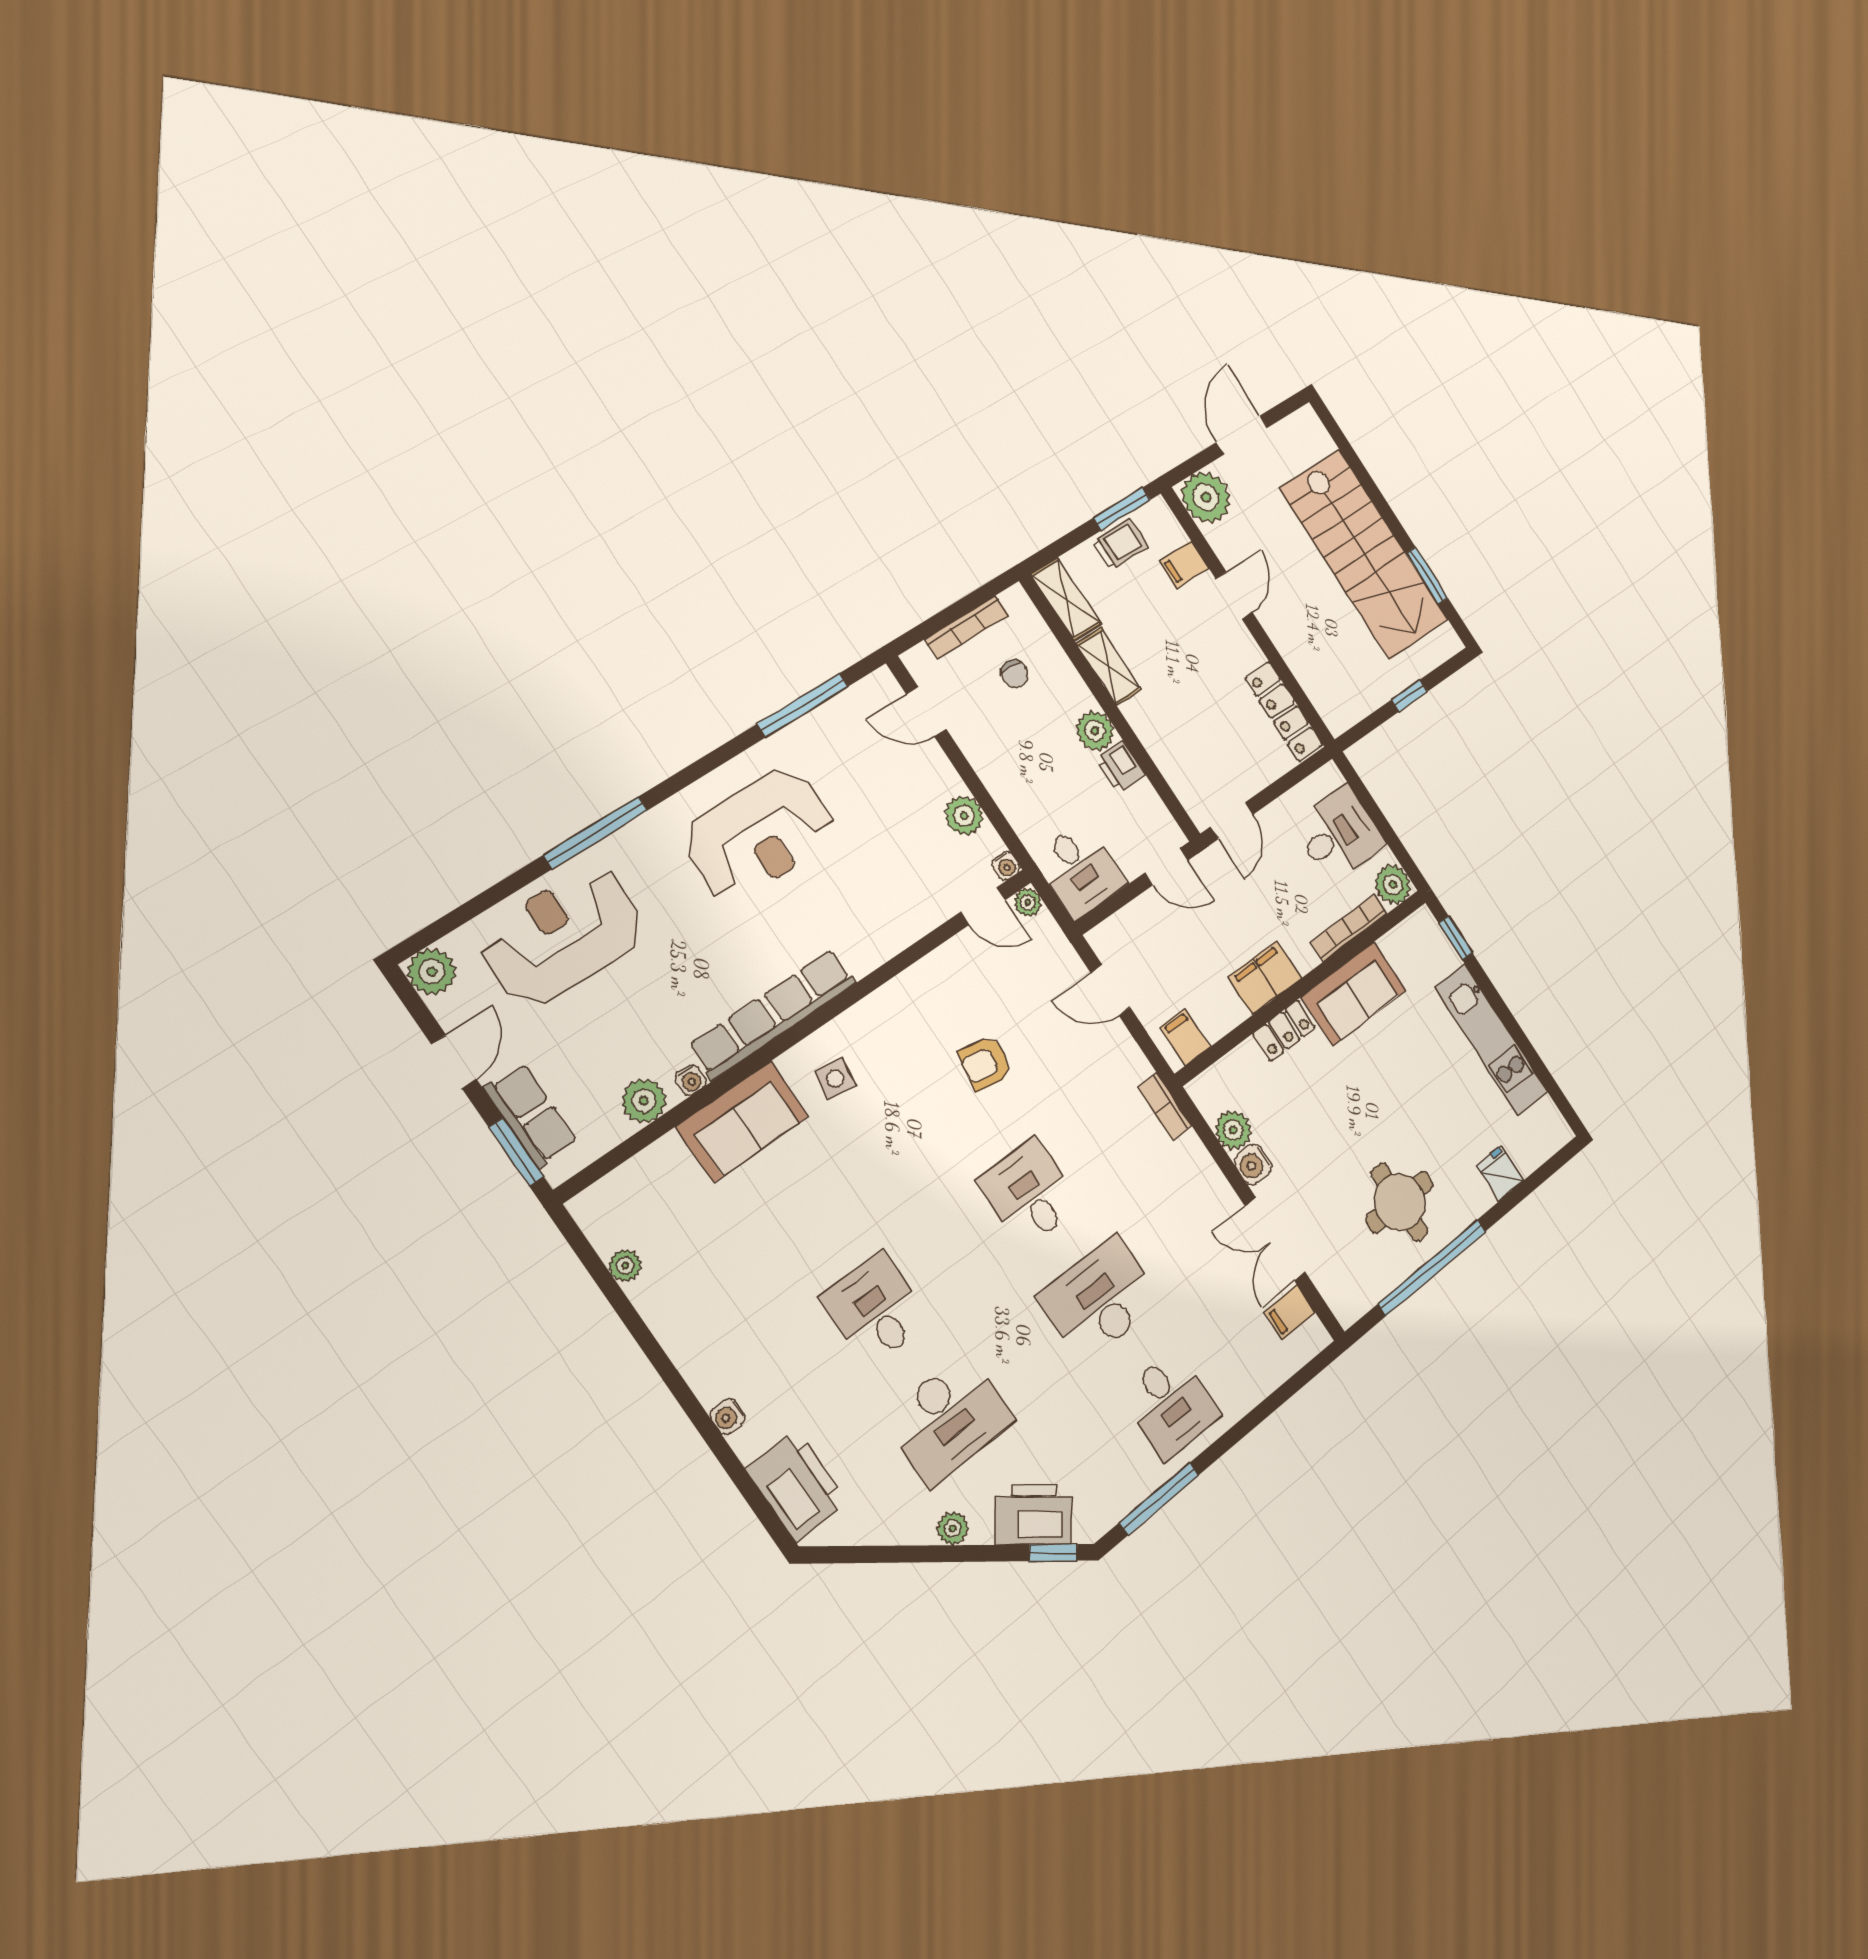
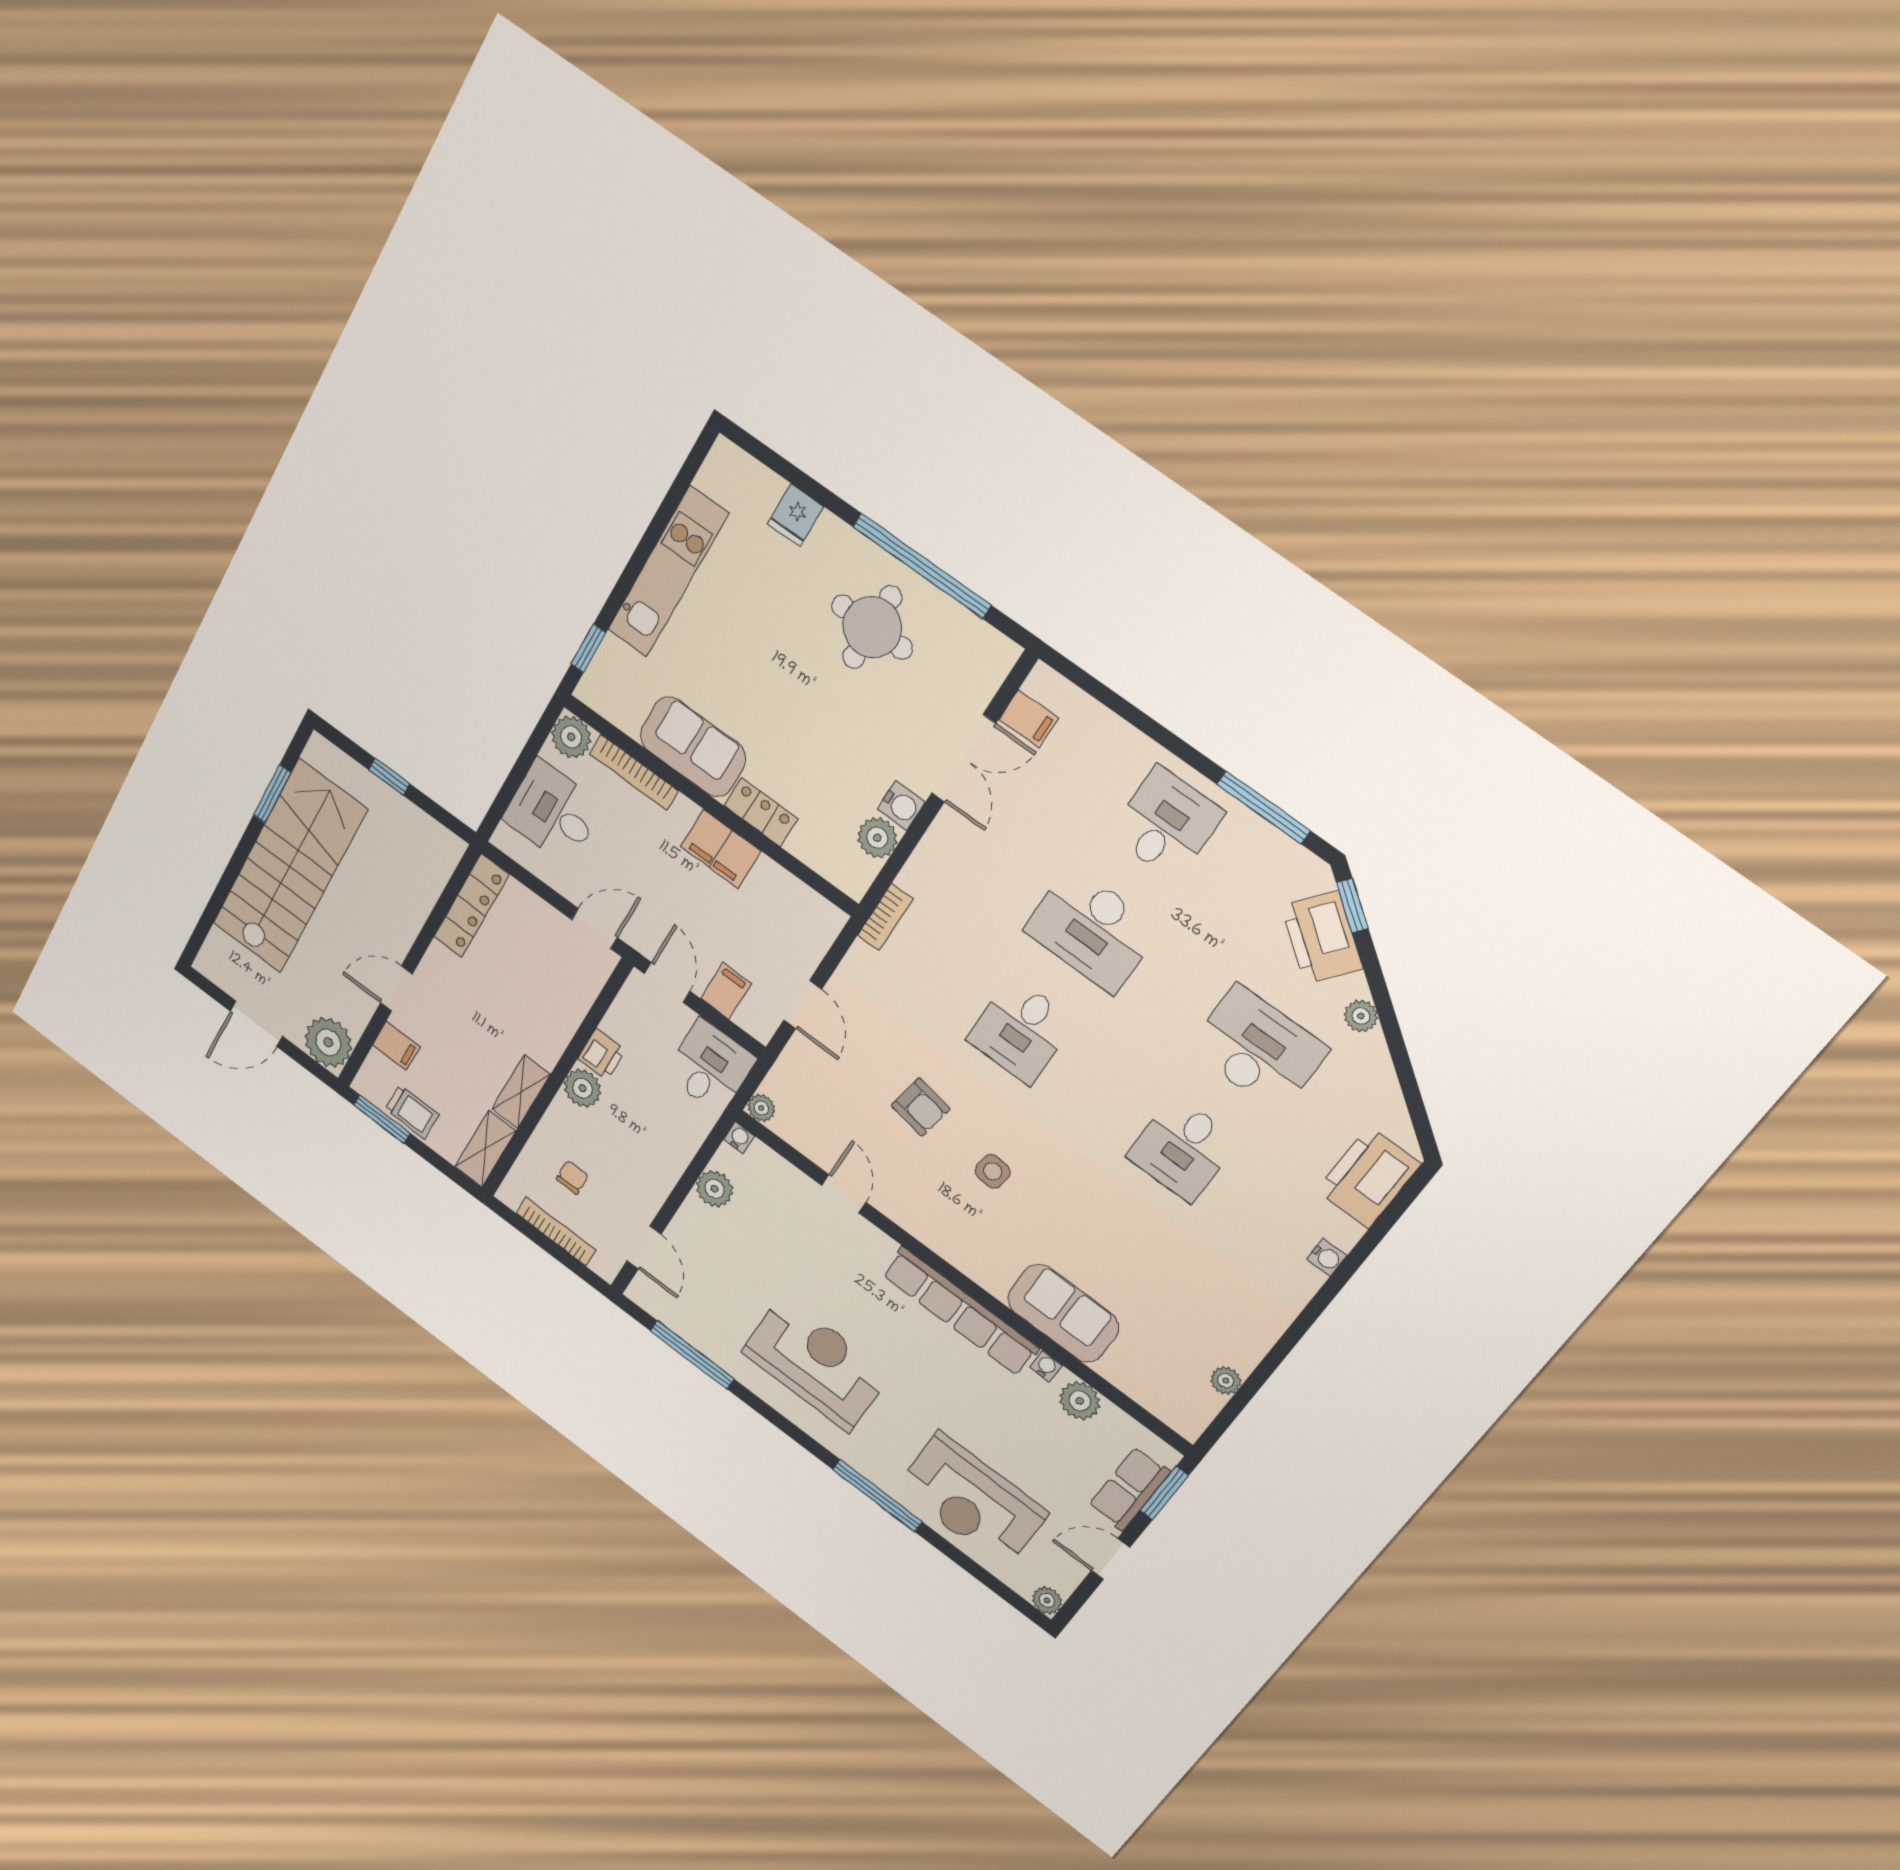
trolley: (1120, 544) -> (412, 1112), turned 180
door: (983, 906) -> (844, 1194), moved
plant: (432, 972) -> (1047, 1600), width x0.73, depth x0.73
filing cabinet: (1185, 1037) -> (726, 991), moved, turned 180
side table: (835, 1079) -> (993, 1171), moved

